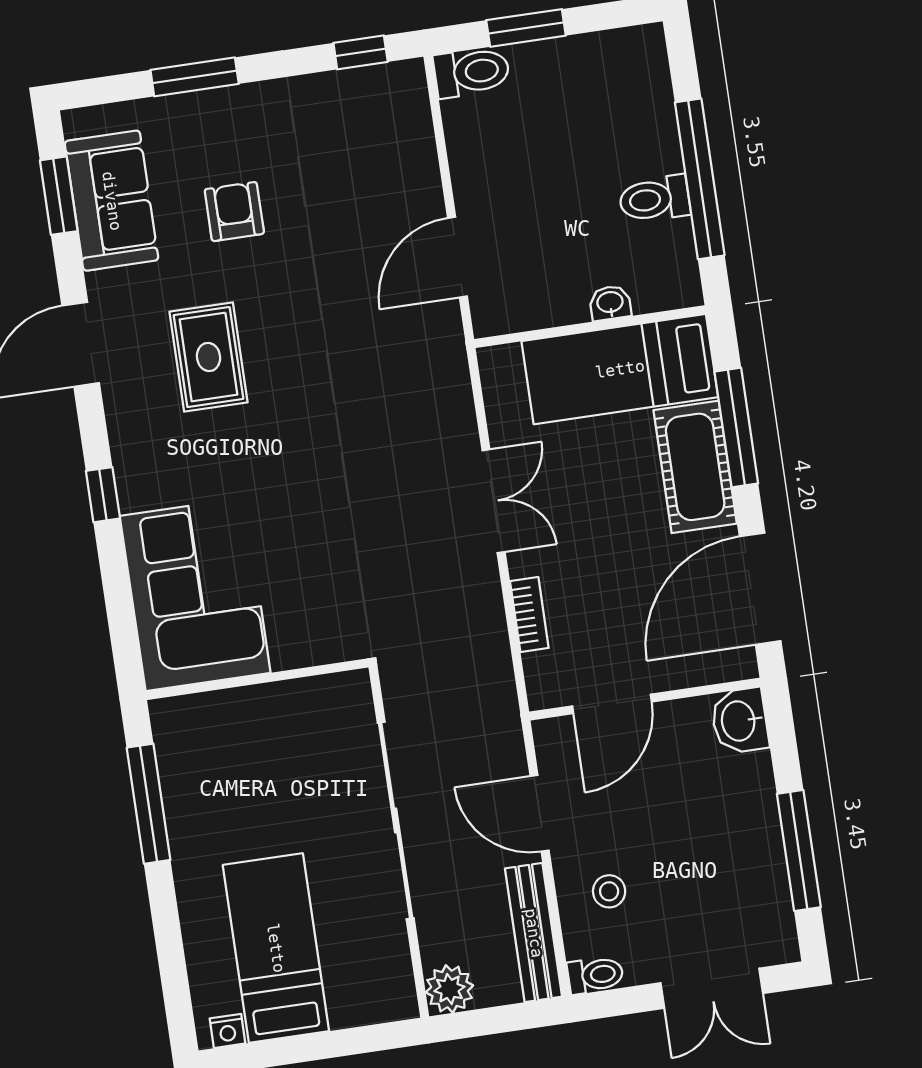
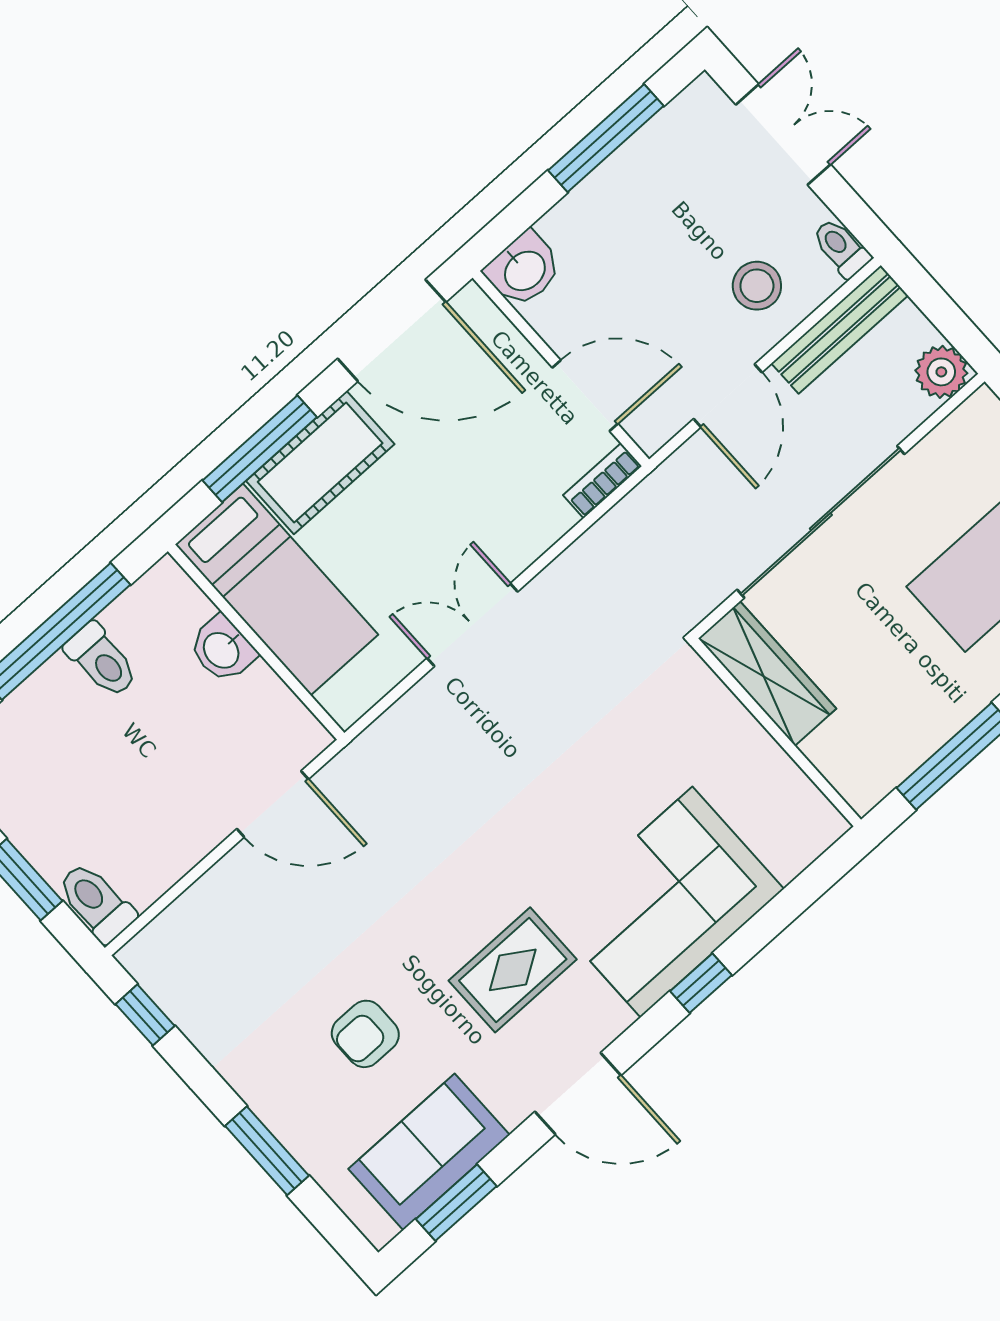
washbasin: (610, 303) -> (222, 649), width x1.38, depth x1.45
corner sofa: (195, 594) -> (666, 902), moved
bookcase: (529, 614) -> (602, 481), moved
wardrobe: (307, 703) -> (767, 674), added
stool: (609, 891) -> (757, 286), width x1.37, depth x1.37

